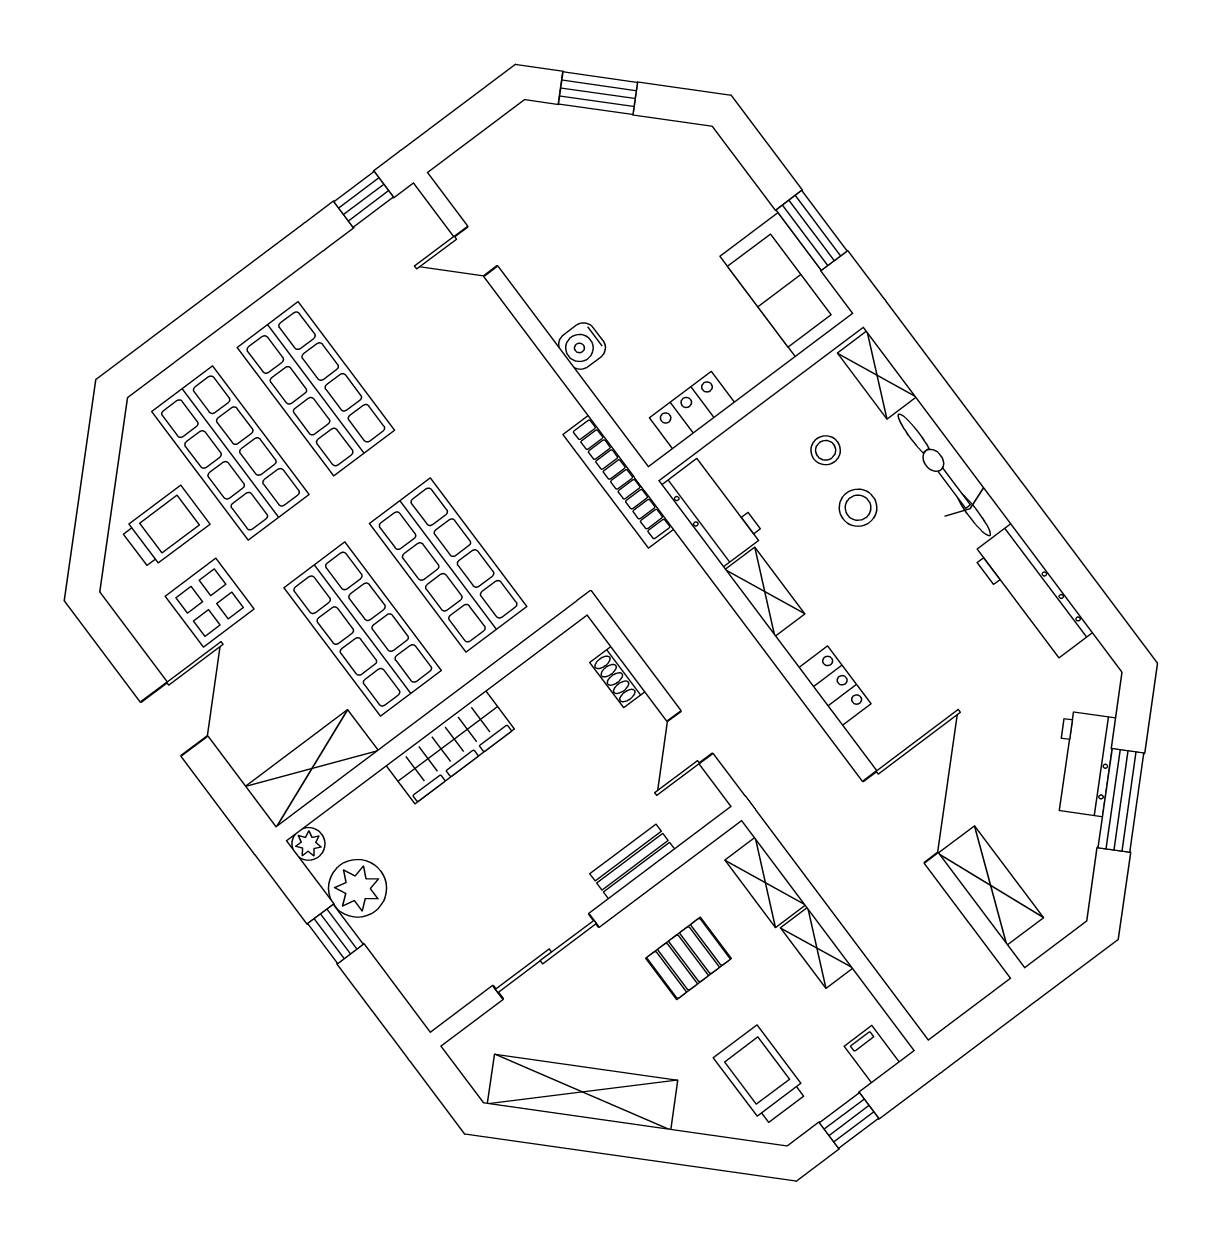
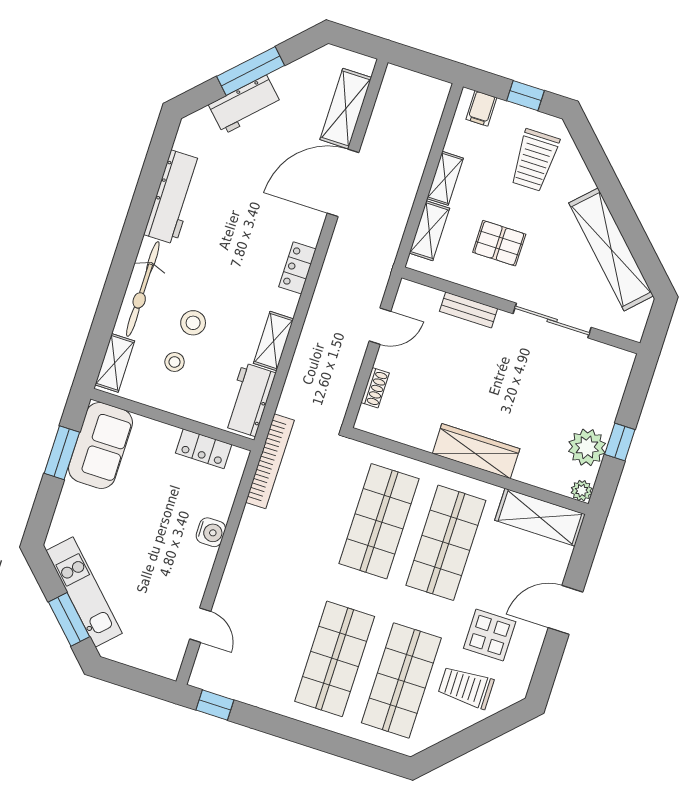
kitchen unit: (619, 136) -> (84, 592), added

